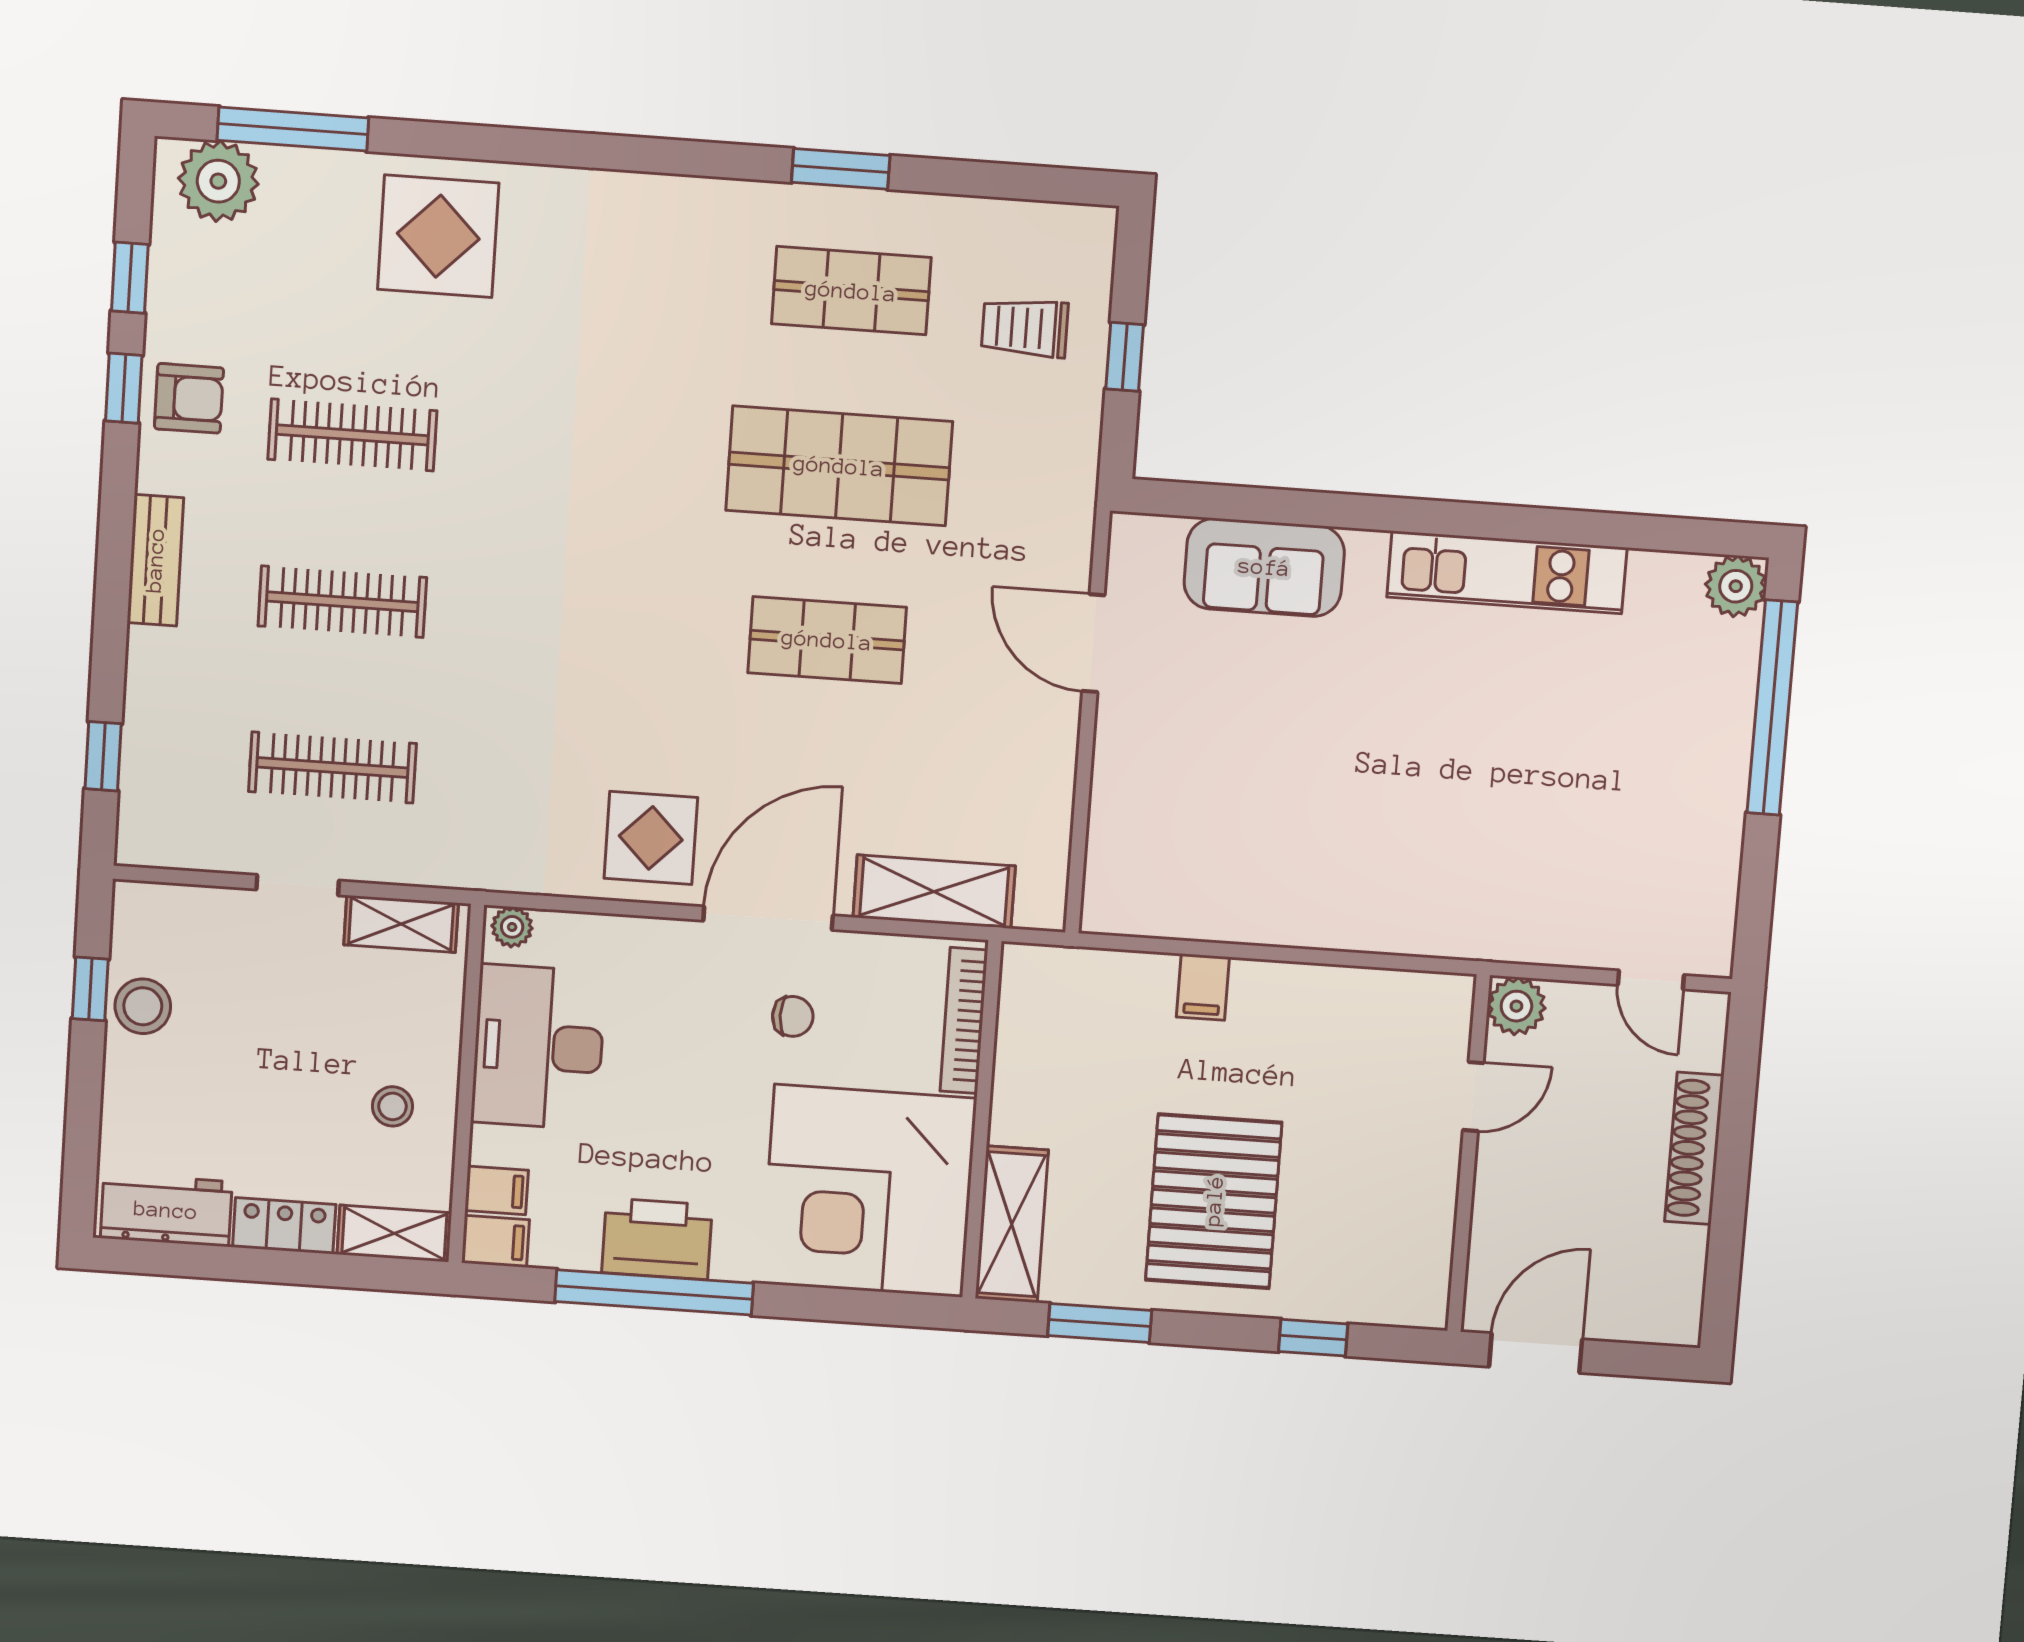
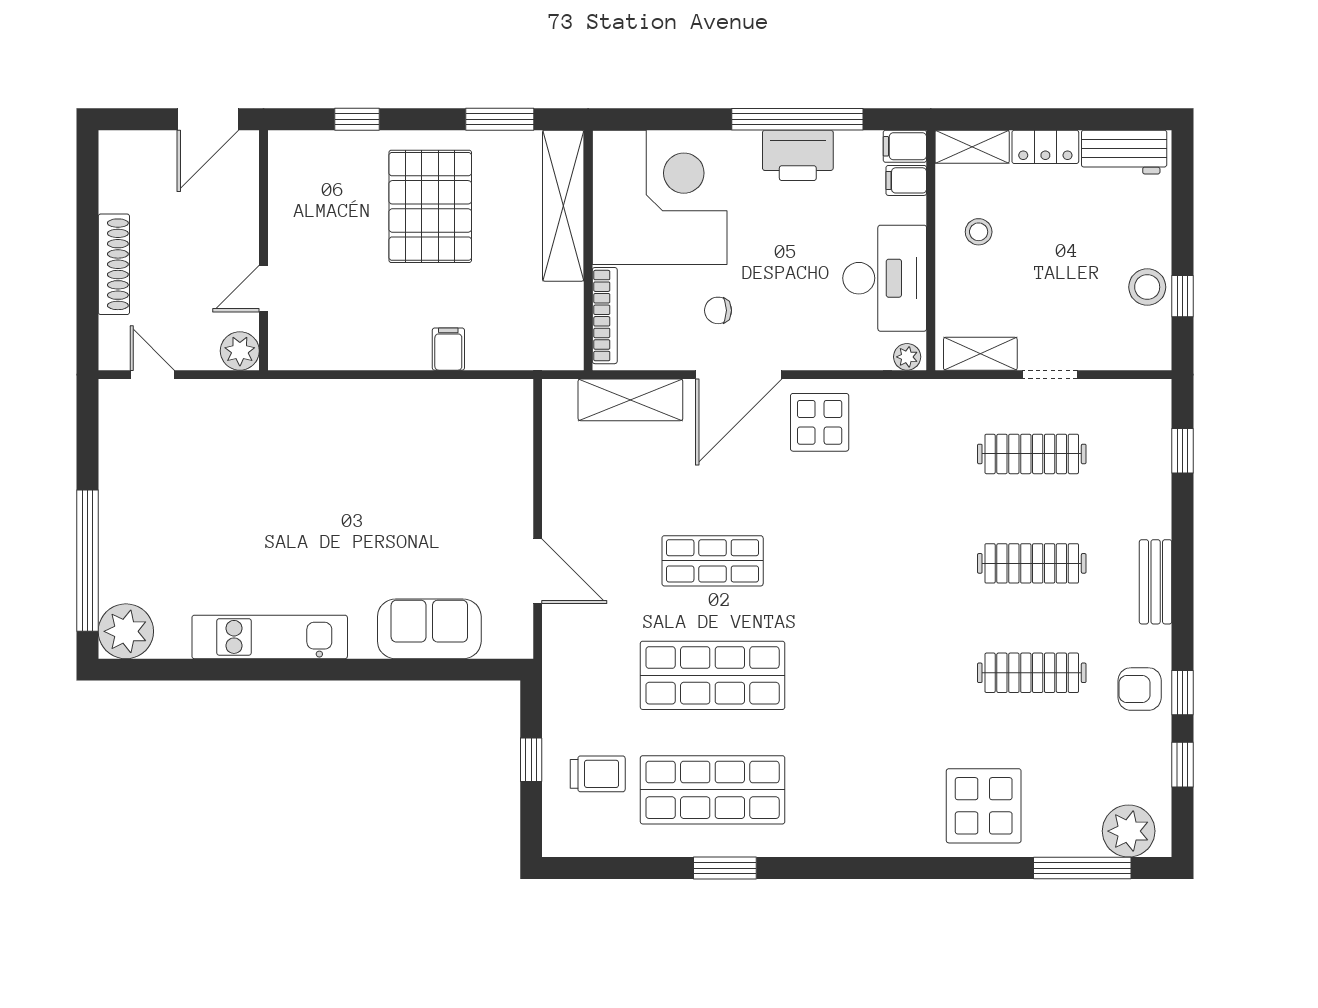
shop shelf: (851, 291) -> (713, 790), width x1.43, depth x1.36
plant: (1736, 586) -> (126, 631), width x1.36, depth x1.36
shelving: (1012, 1224) -> (563, 206), width x1.47

